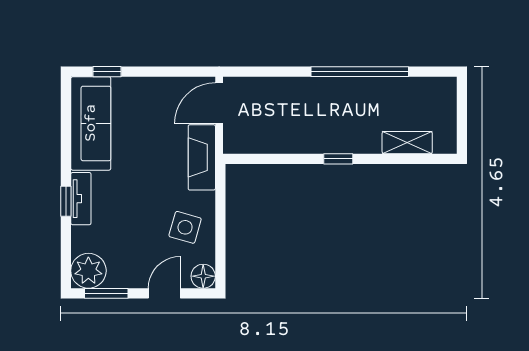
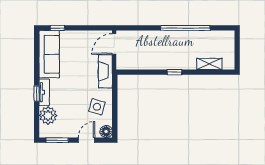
plant: (88, 271) -> (48, 115), moved

